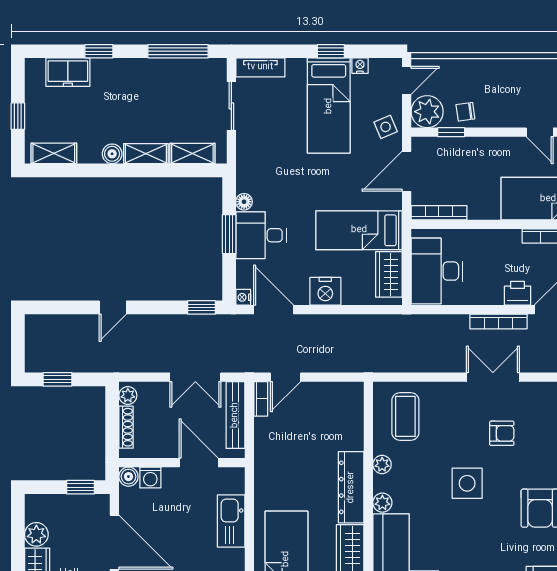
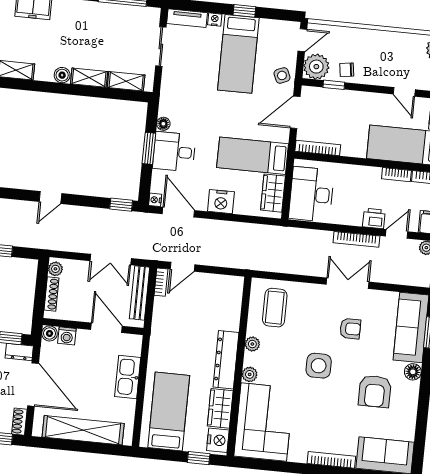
nightstand: (360, 66) -> (215, 19), moved
dresser: (93, 503) -> (19, 352), added

